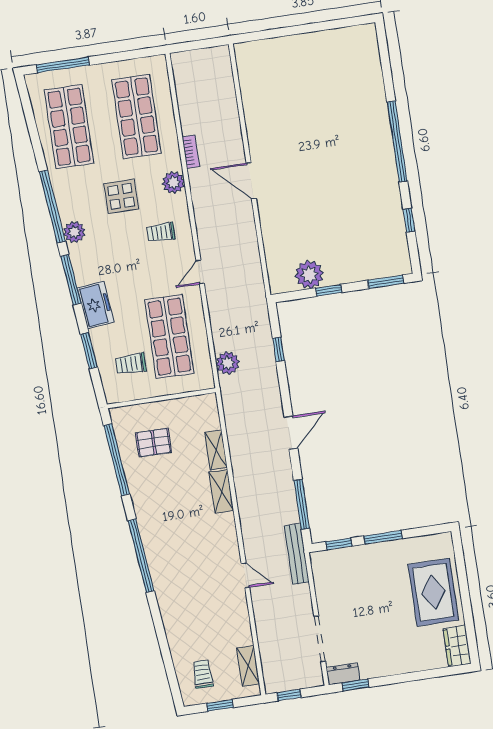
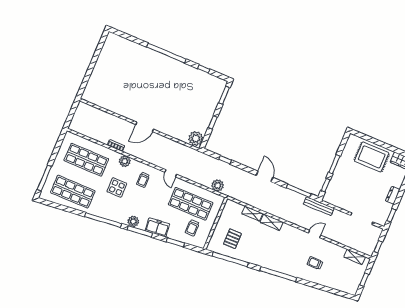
plant: (74, 232) -> (133, 221), moved
plant: (309, 275) -> (196, 138), moved
trolley: (203, 674) -> (315, 263), moved
dresser: (343, 674) -> (393, 195), moved

